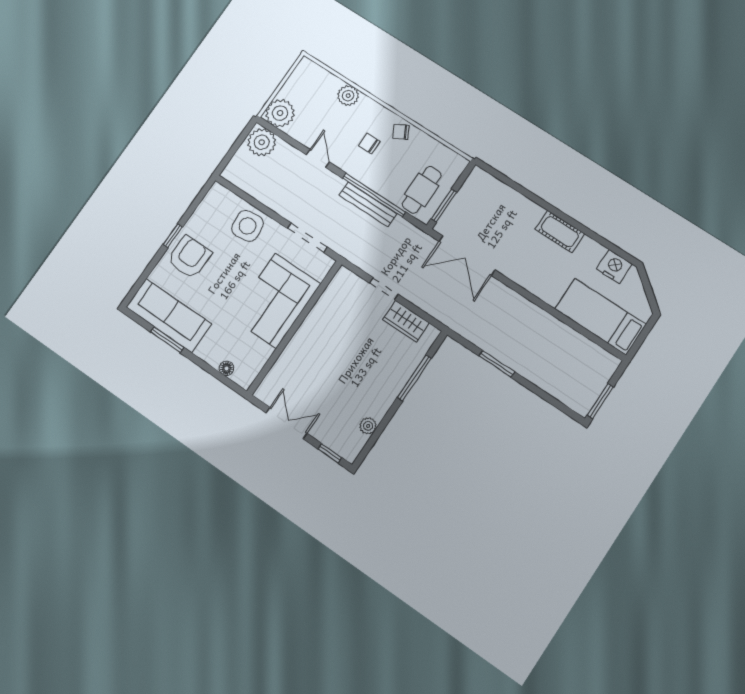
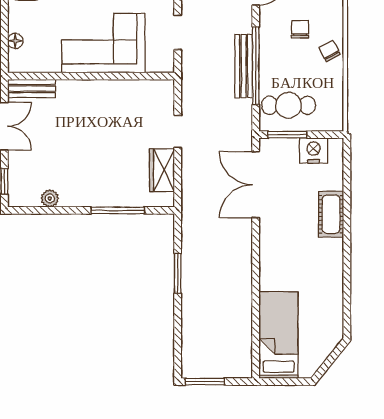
cot: (560, 232) -> (331, 214), moved
doorway: (307, 238) -> (178, 32), width x0.73
nightstand: (614, 266) -> (314, 150), moved, turned -90
bench: (272, 381) -> (32, 88), added

